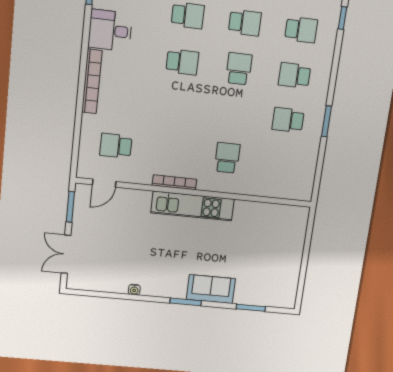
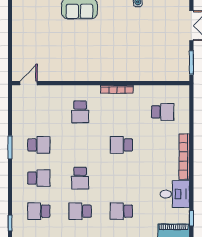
school desk: (182, 62) -> (121, 145), moved
door: (104, 183) -> (28, 83), moved
kitchen unit: (193, 206) -> (101, 73), removed

